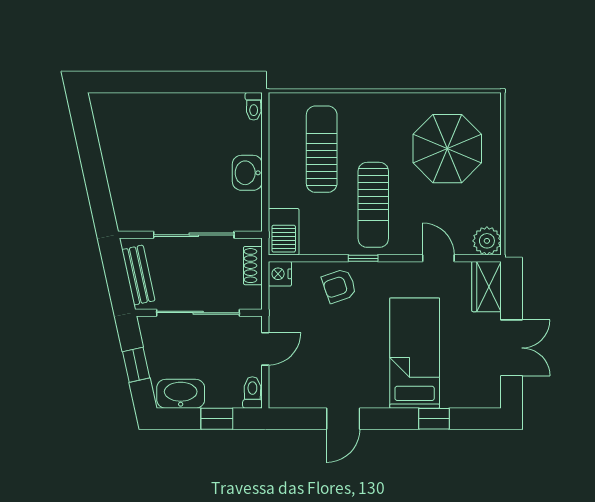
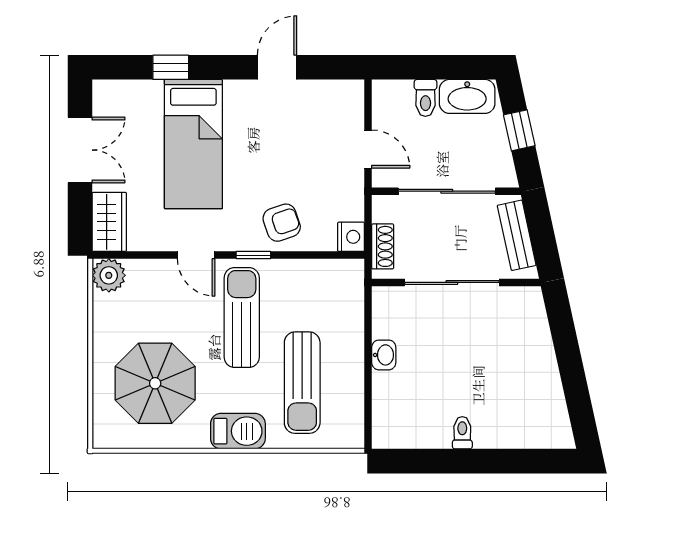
toilet: (254, 106) -> (462, 433), moved
washbasin: (247, 173) -> (384, 355), width x0.72, depth x0.69
barbecue: (284, 232) -> (238, 431), moved, turned 90
door: (438, 258) -> (196, 255), moved
double door: (512, 348) -> (80, 150), swing flipped
door: (265, 349) -> (368, 149), swing flipped
toilet: (252, 392) -> (425, 98), moved
window: (217, 419) -> (425, 67), removed

